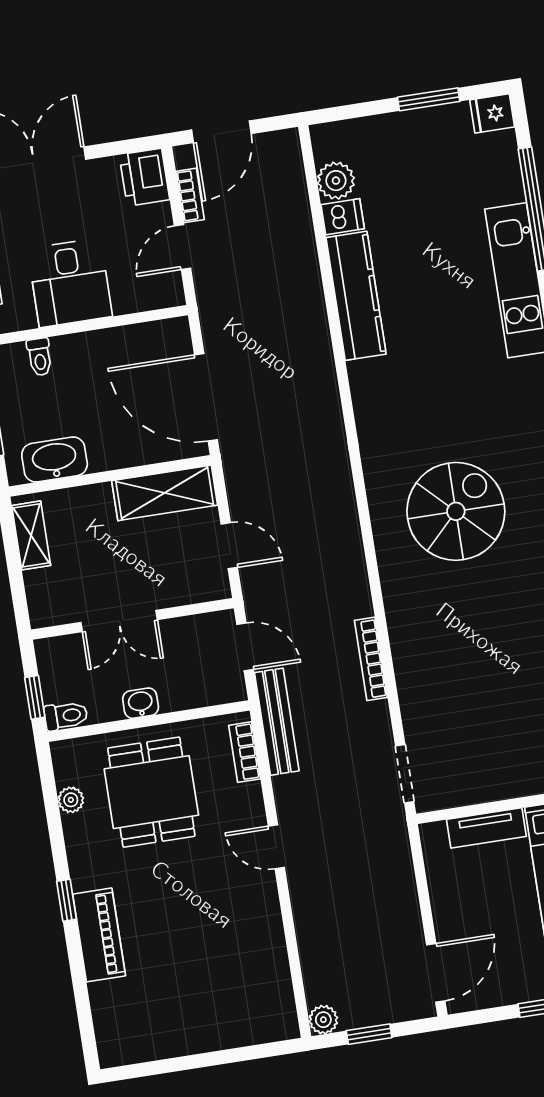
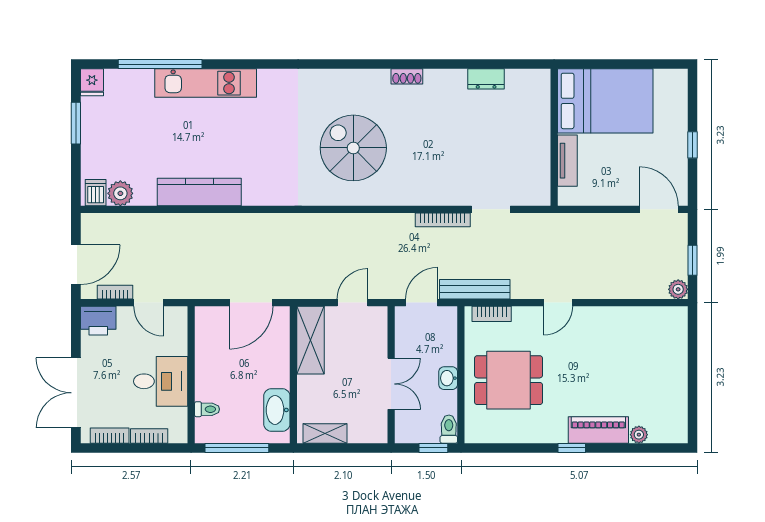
door: (221, 132) -> (76, 265), hinge flipped
dishwasher: (343, 217) -> (96, 193), moved
door: (206, 397) -> (251, 303), width x0.73
doorway: (405, 774) -> (491, 209), moved
plant: (71, 800) -> (639, 435), moved

